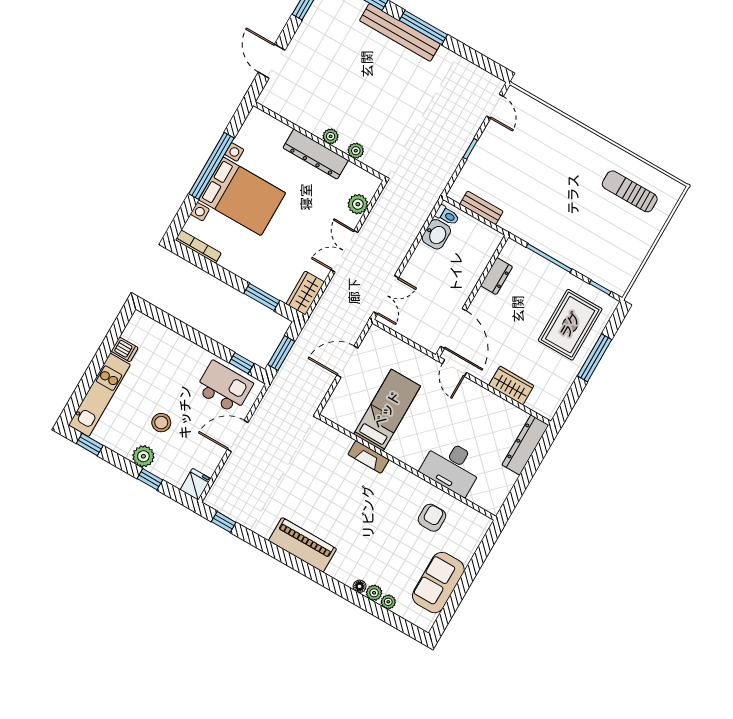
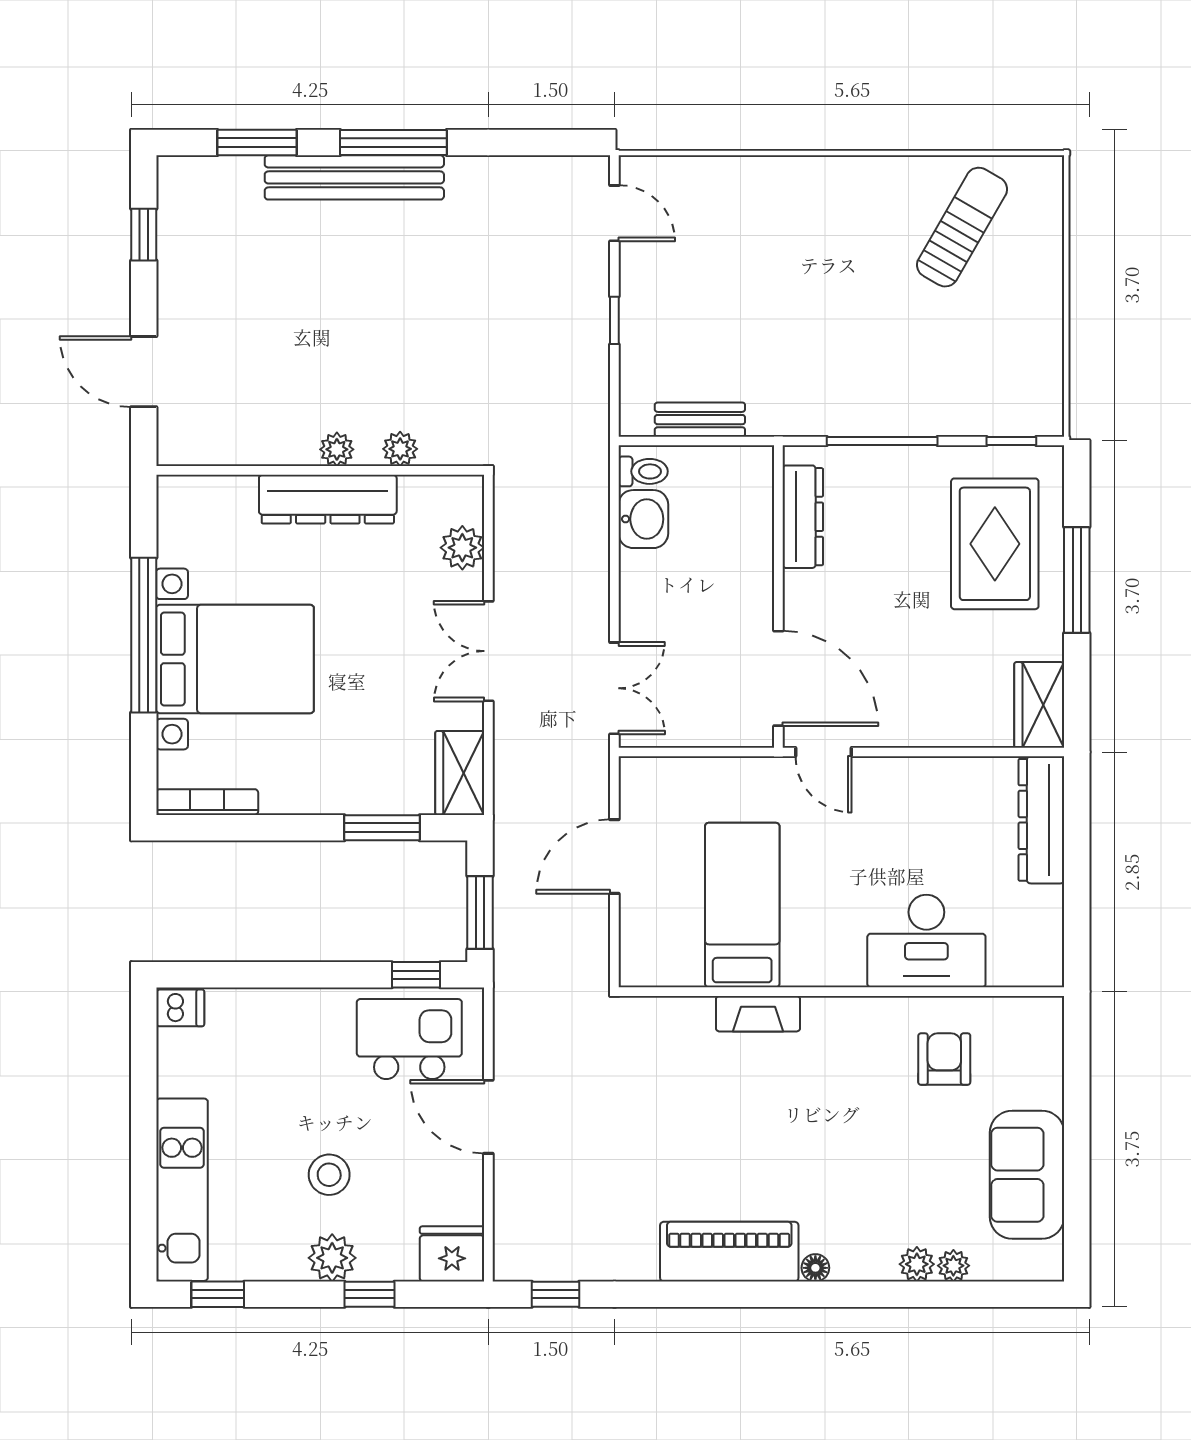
sun lounger: (630, 191) -> (962, 227), turned 120
dresser: (497, 276) -> (803, 517), width x1.44
dishwasher: (125, 349) -> (180, 1008), moved
wardrobe: (511, 385) -> (1039, 705), moved, turned -90
door: (238, 436) -> (488, 1117), hinge flipped
fridge: (195, 484) -> (452, 1254), width x1.38
floor lamp: (360, 586) -> (815, 1268), moved

